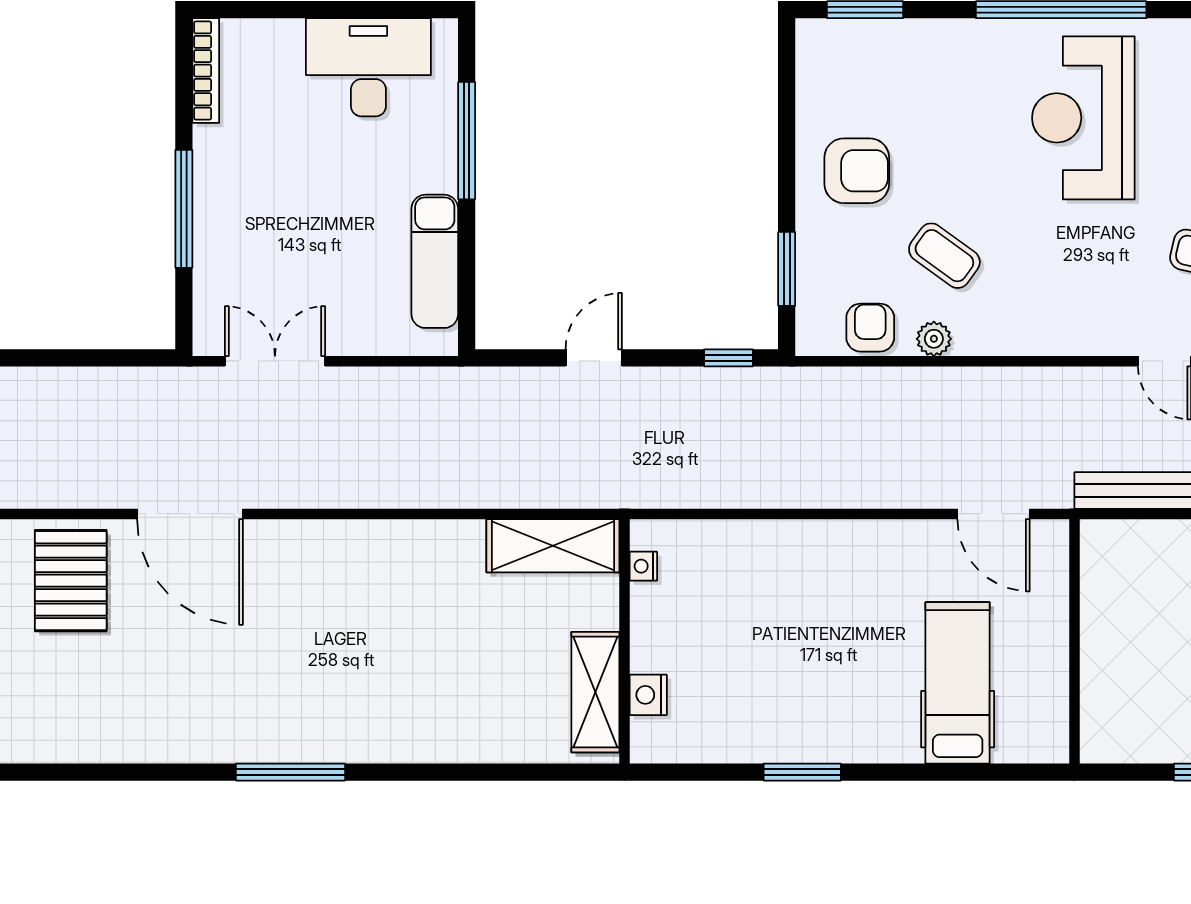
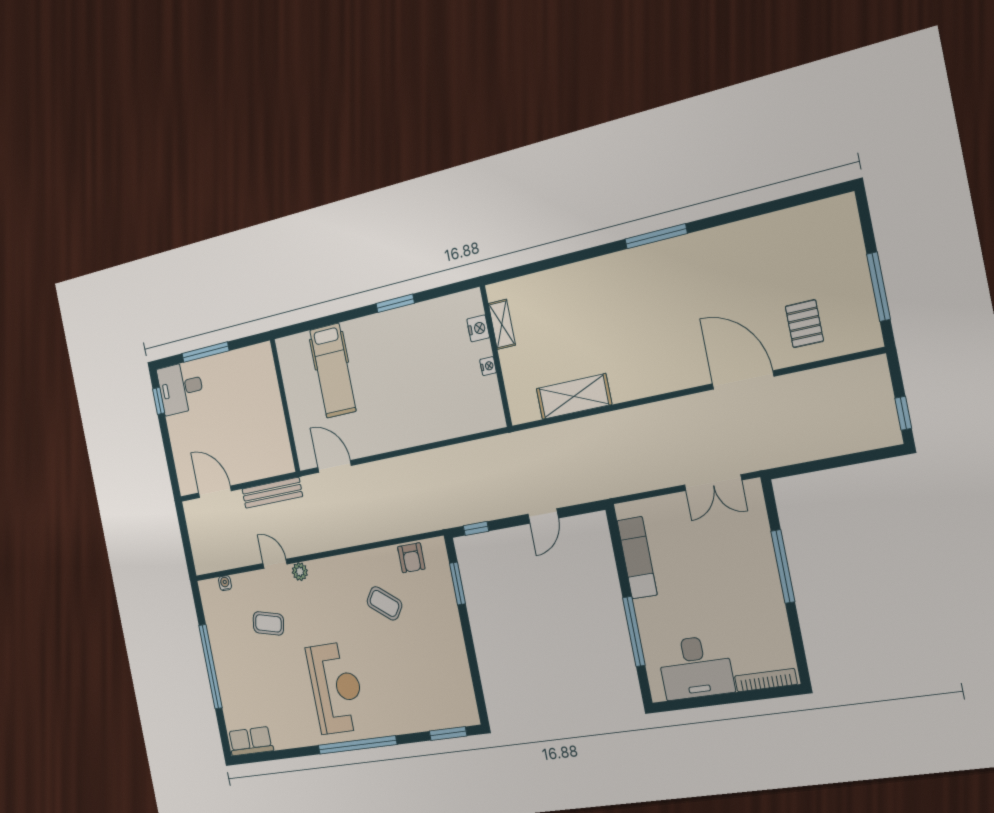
bookcase: (206, 71) -> (766, 680), moved, turned 90
armchair: (857, 171) -> (435, 644), removed
plant: (934, 339) -> (300, 572), moved
shelving: (553, 546) -> (574, 397), moved
nightstand: (643, 566) -> (488, 366), moved
pallet: (71, 581) -> (804, 324), width x0.67, depth x0.71
shelving: (595, 692) -> (502, 324), width x0.67, depth x0.75

